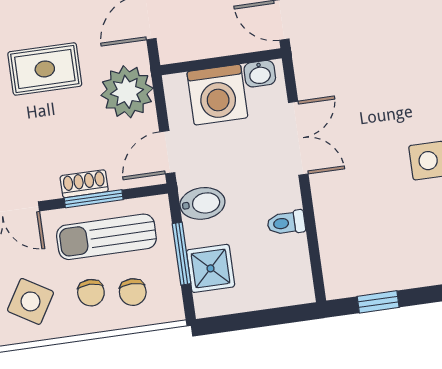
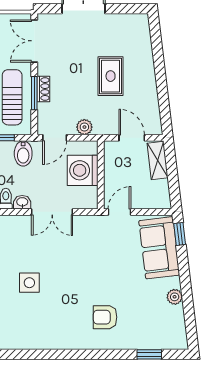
washbasin: (260, 74) -> (22, 202), moved, turned 90
plant: (127, 92) -> (84, 127), width x0.53, depth x0.53
door: (167, 152) -> (55, 138), swing flipped

